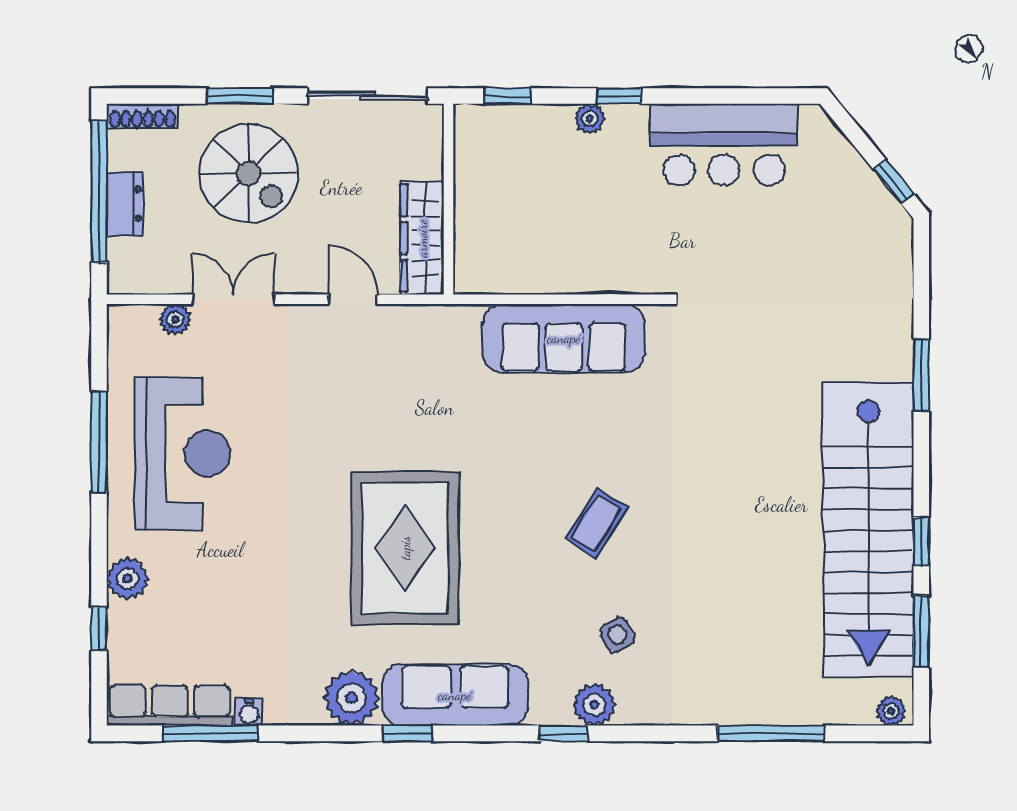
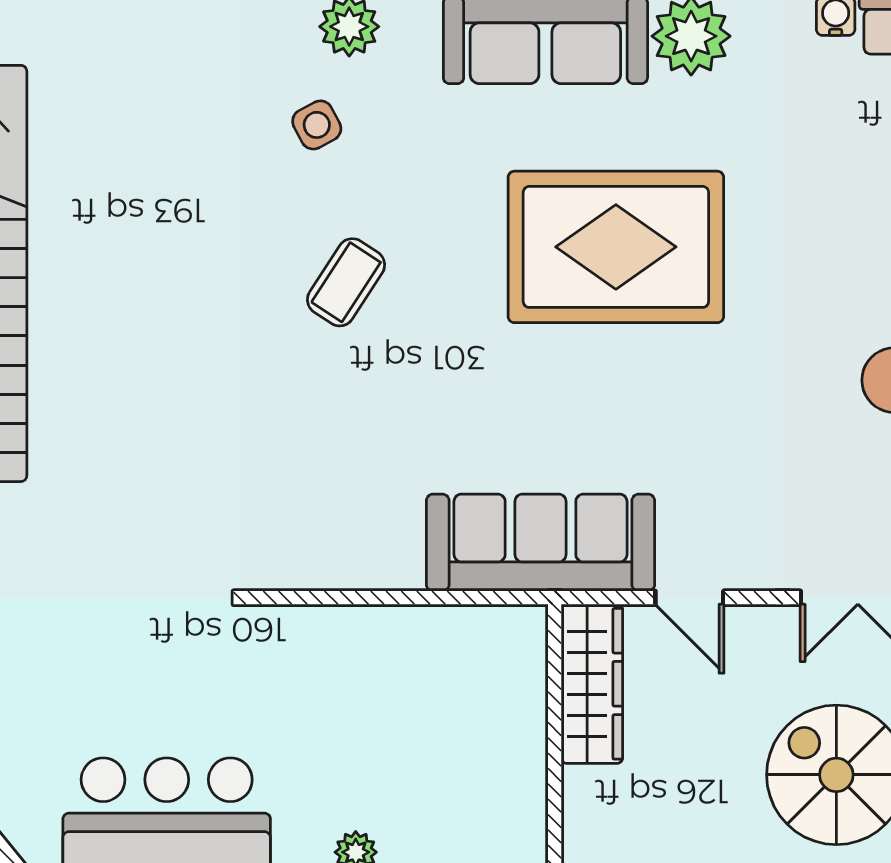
sofa: (564, 338) -> (541, 543), moved
rug: (405, 548) -> (616, 247), turned 90

